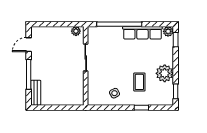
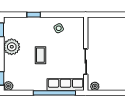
row of seats: (142, 33) -> (66, 85), moved
coffee table: (139, 82) -> (40, 55), moved

